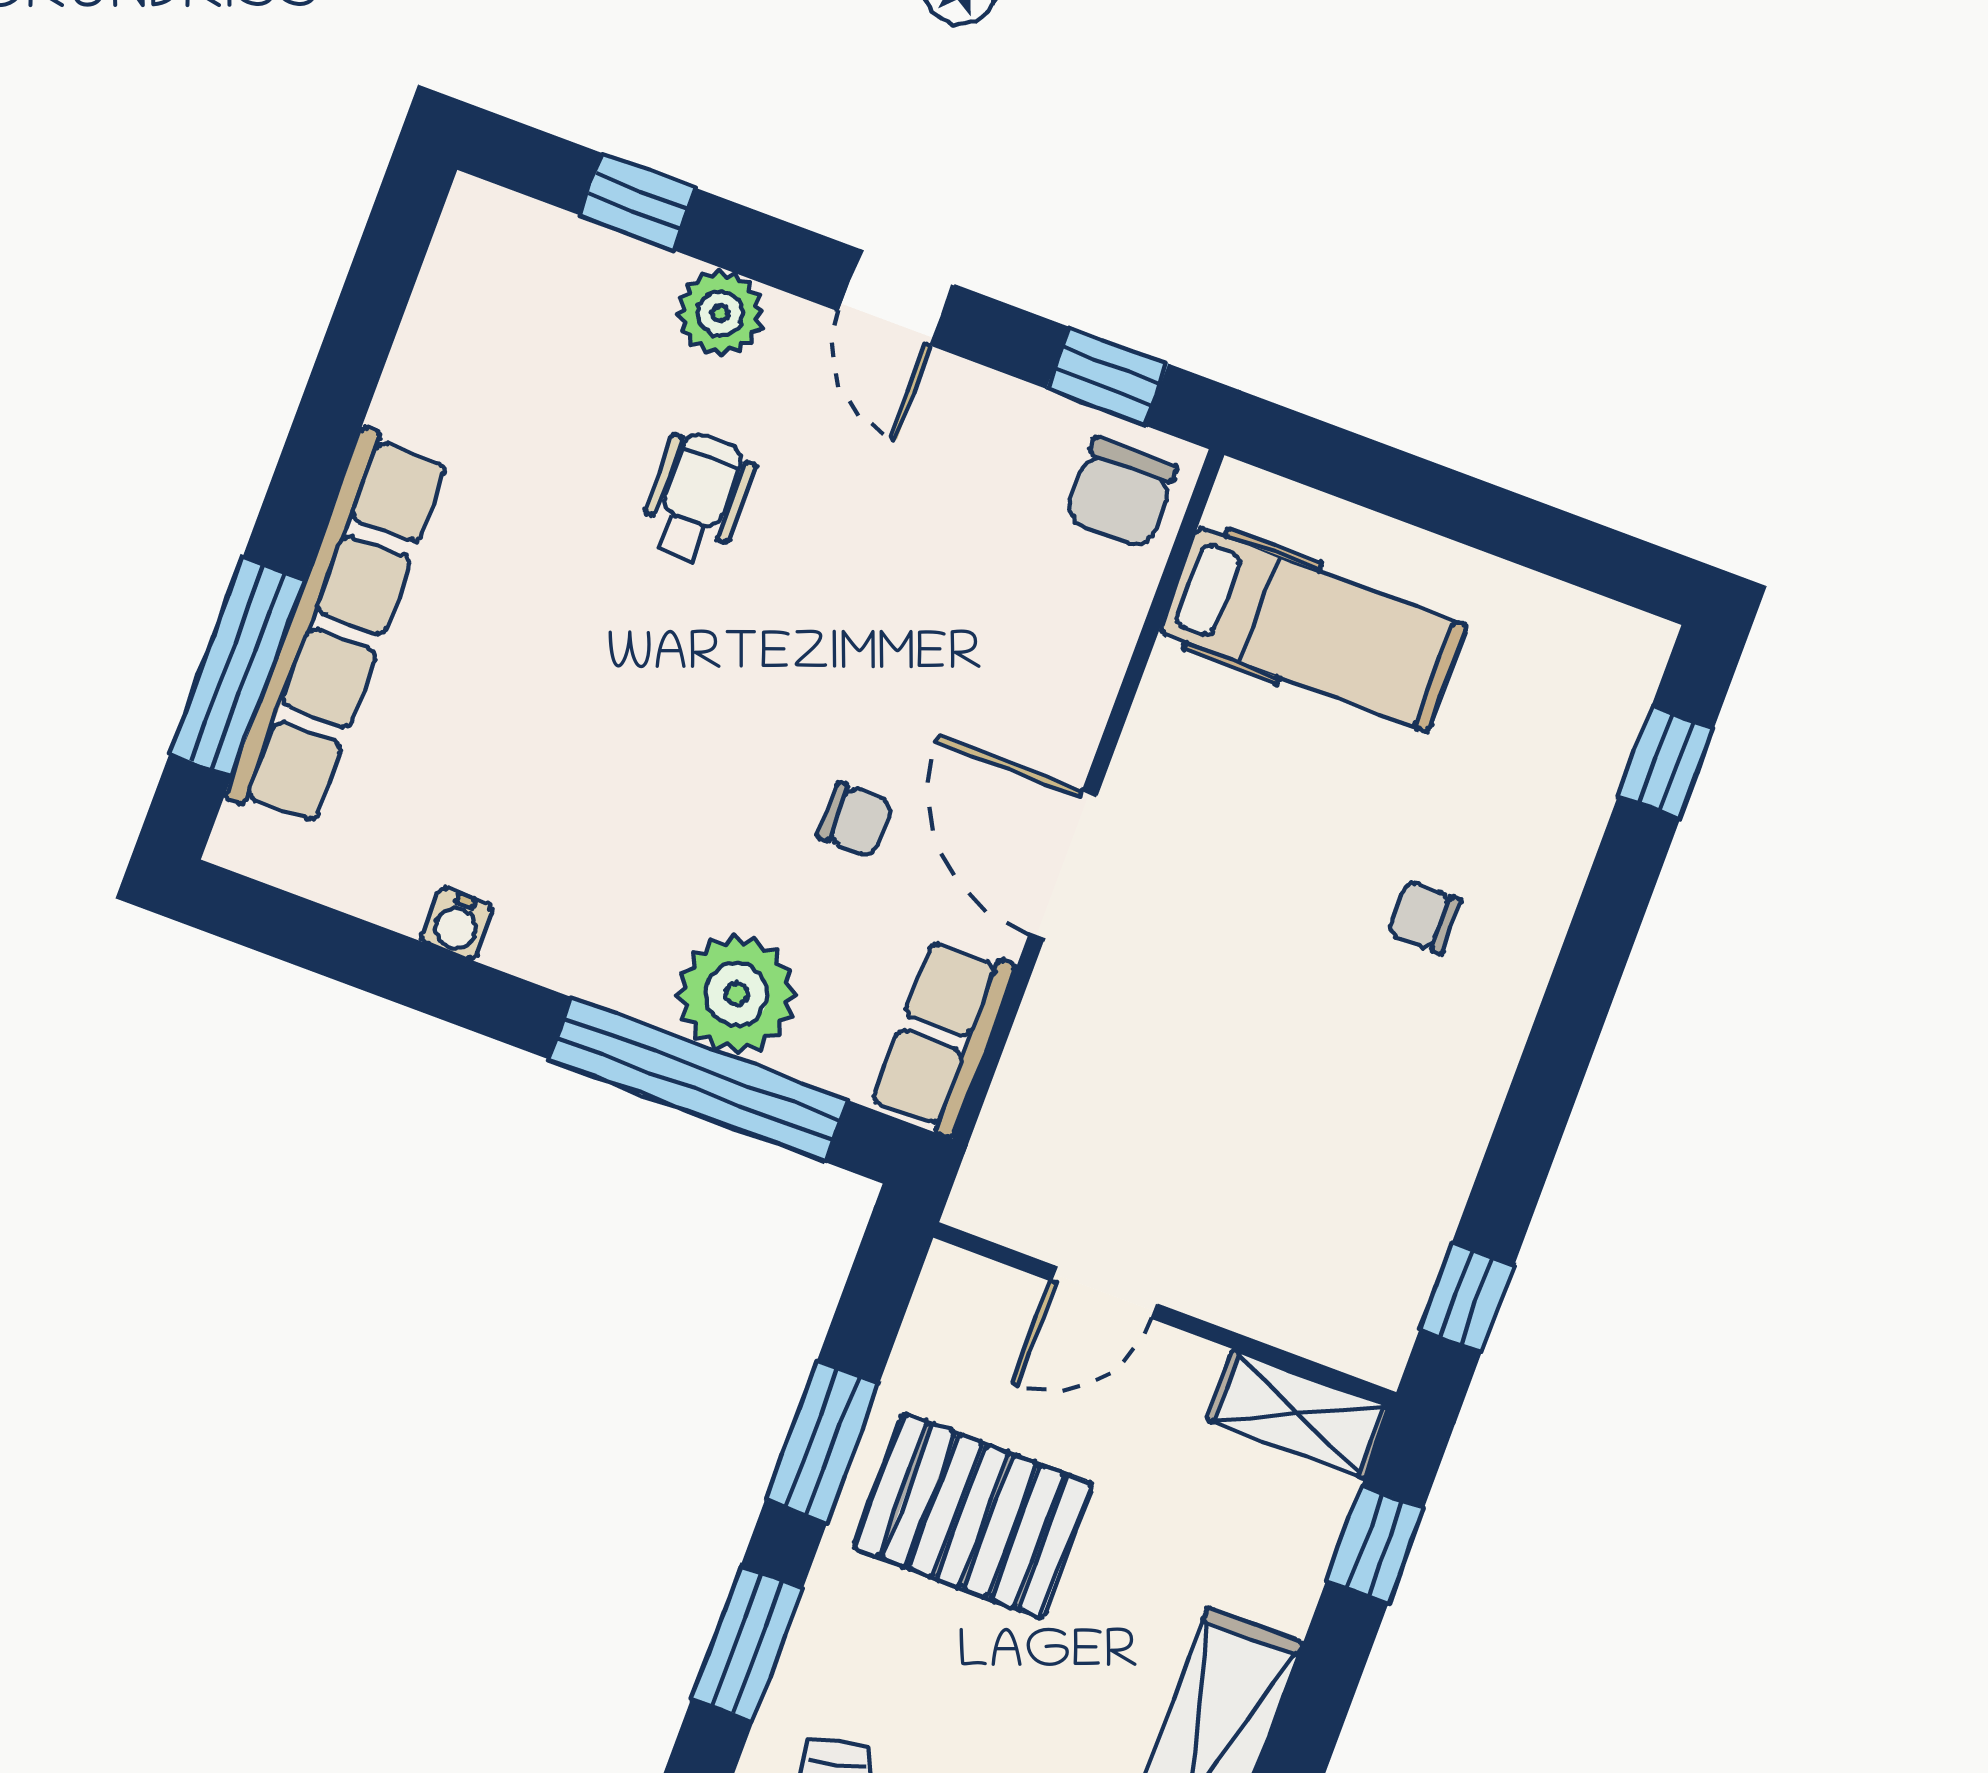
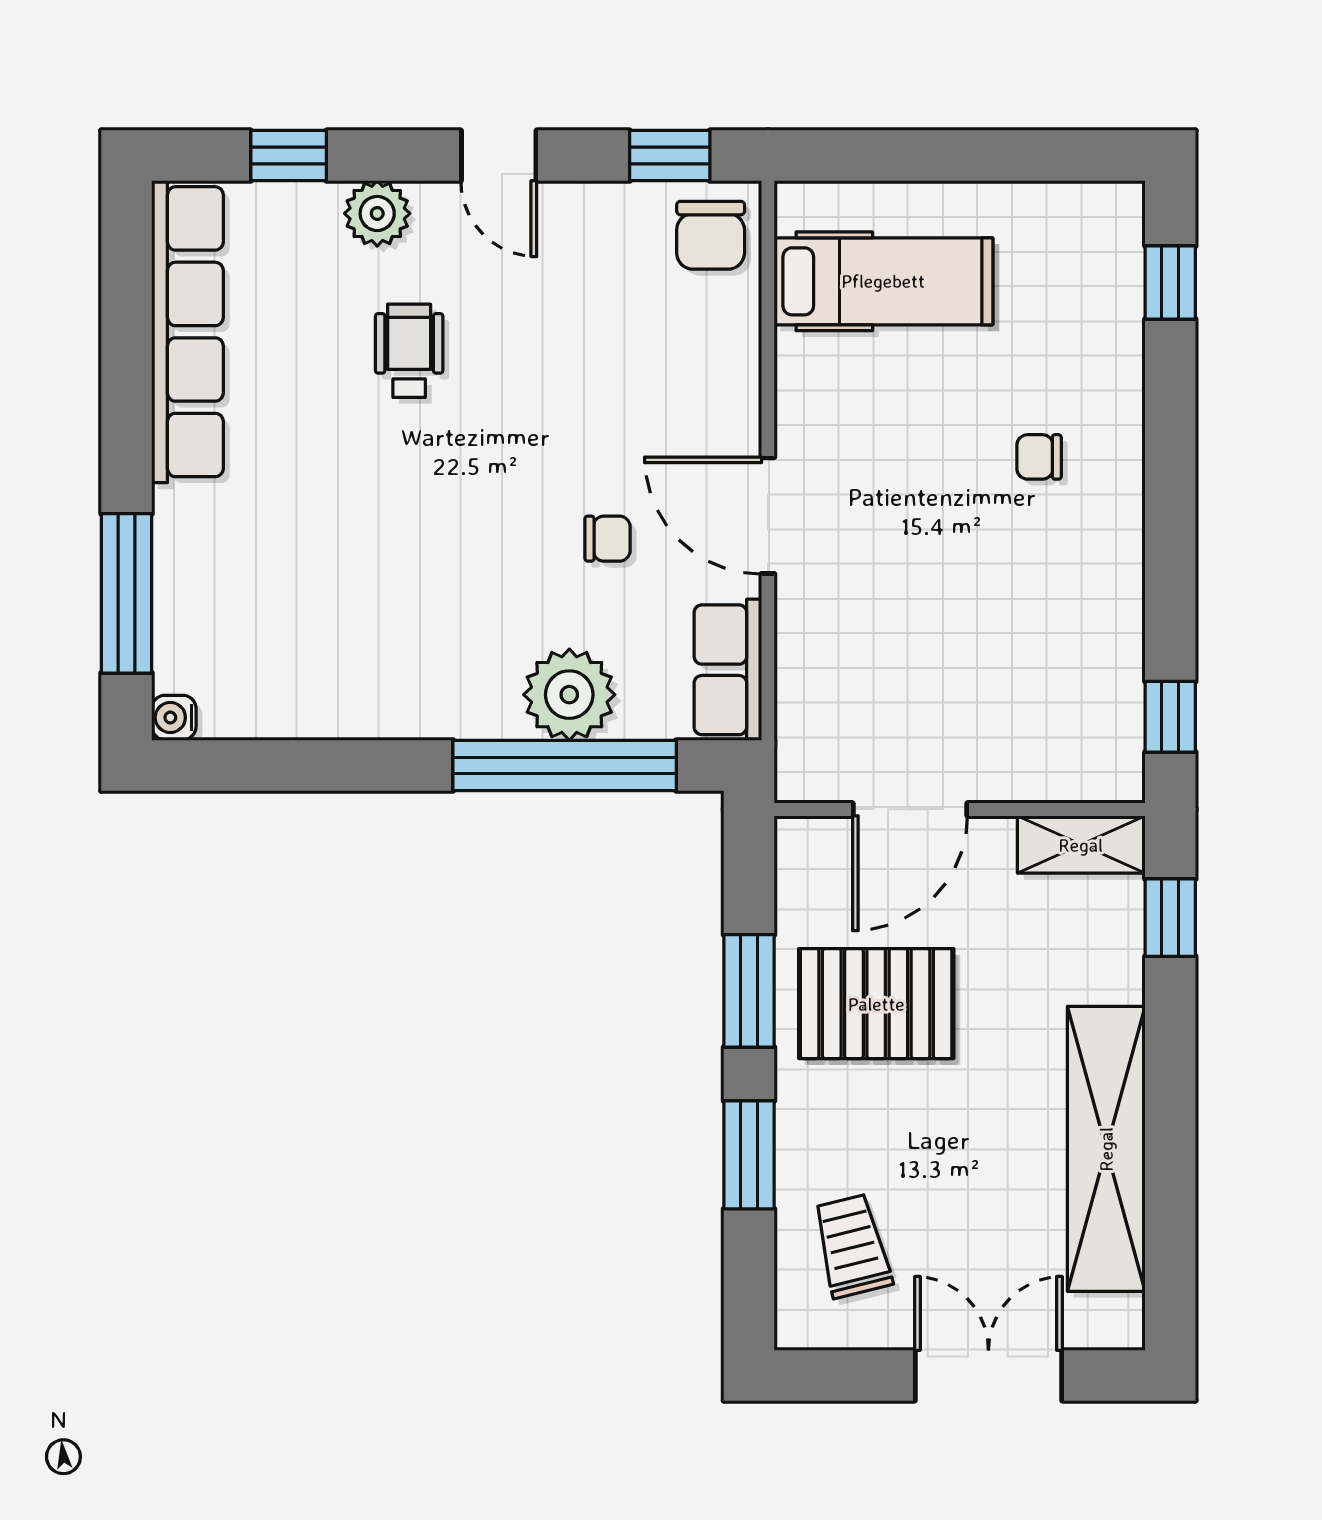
row of seats: (337, 628) -> (187, 332), moved
water cooler: (457, 924) -> (174, 718), moved, turned 90
door: (1104, 1292) -> (910, 809), width x1.38

